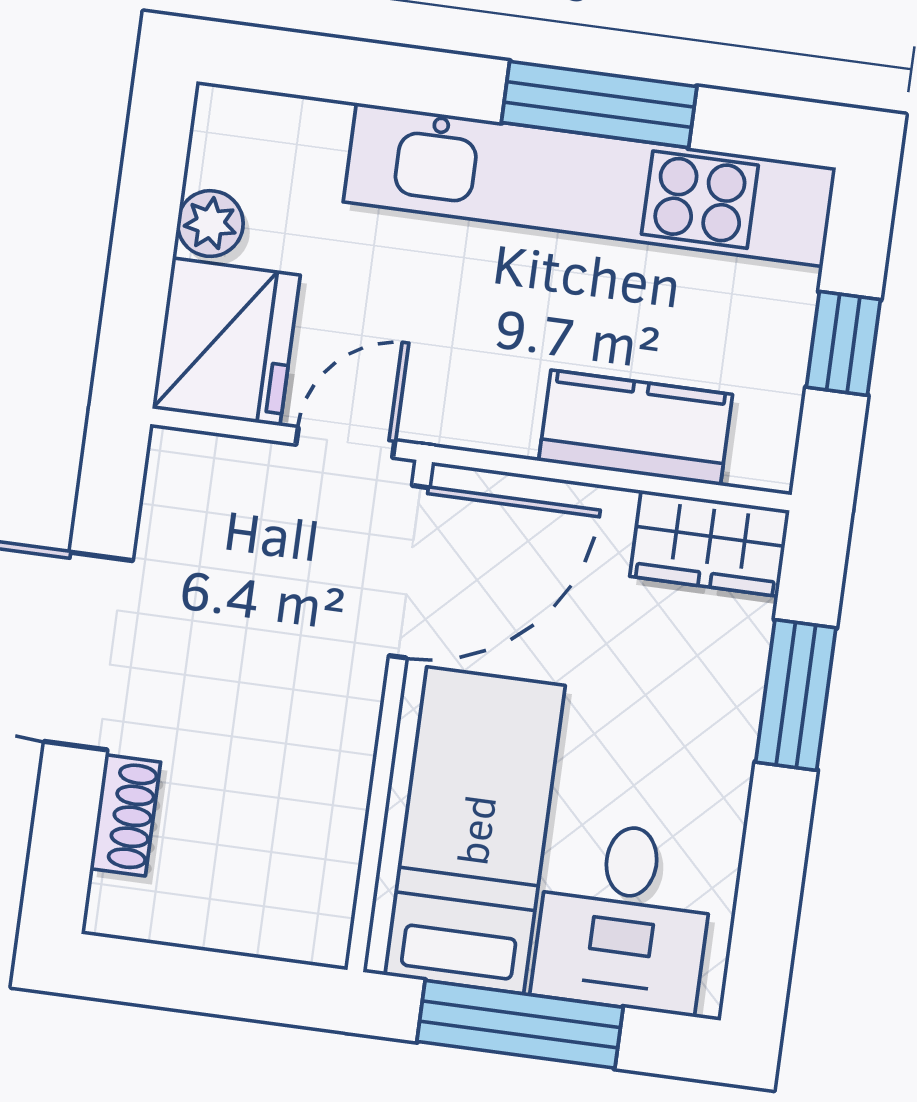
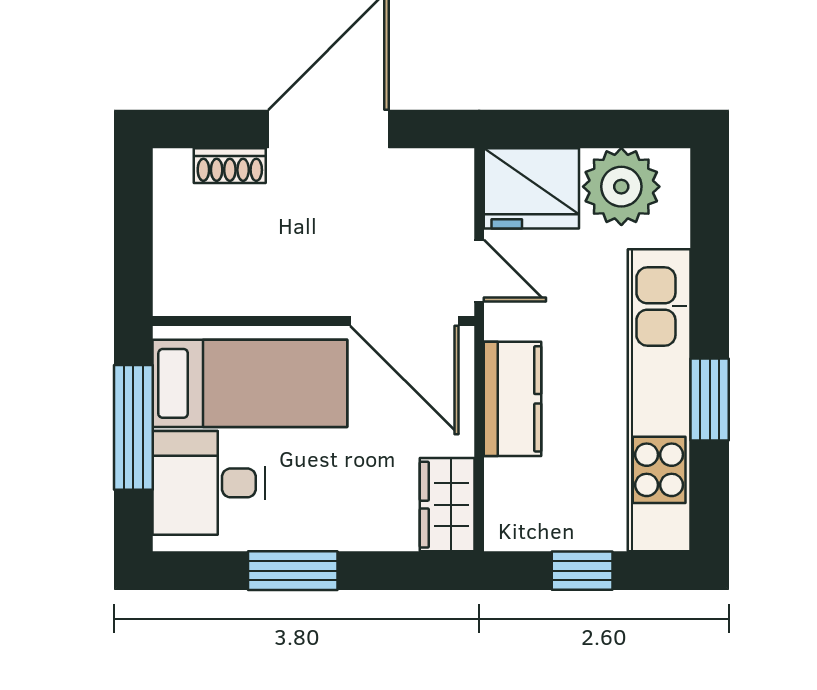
window: (599, 105) -> (710, 399), width x0.69
plant: (210, 224) -> (621, 187), width x1.88, depth x1.88
kitchen counter: (636, 428) -> (513, 399), moved
window: (796, 695) -> (293, 571), moved

